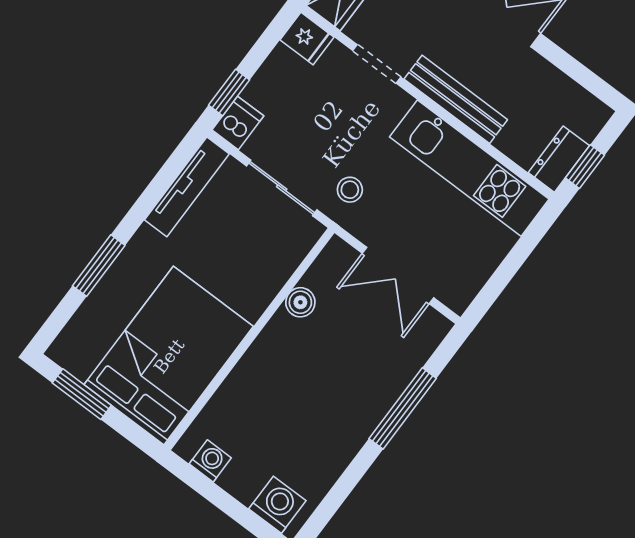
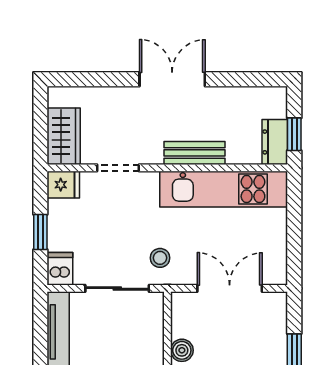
window: (229, 93) -> (40, 232), moved
bench: (456, 99) -> (194, 153), width x0.73
double door: (398, 275) -> (230, 288), swing flipped

